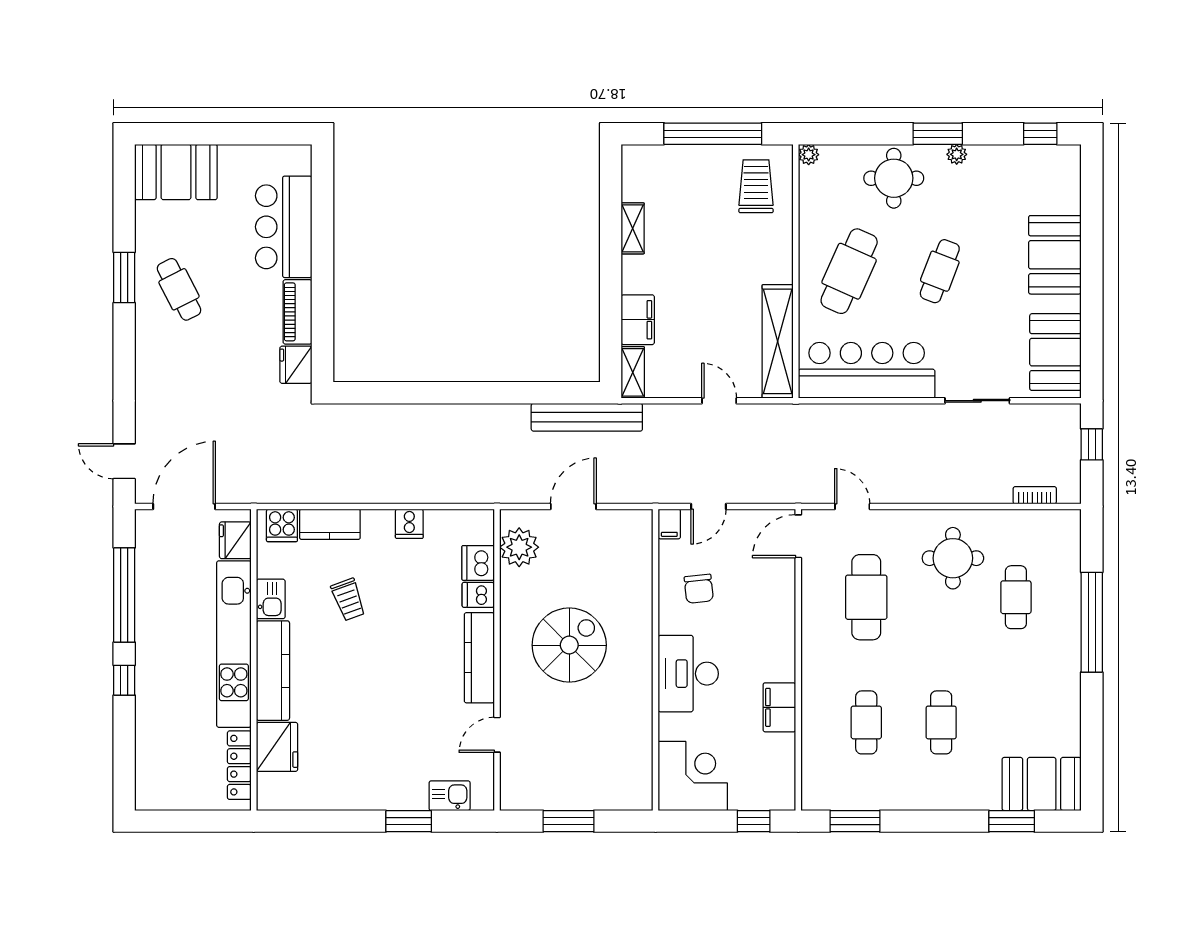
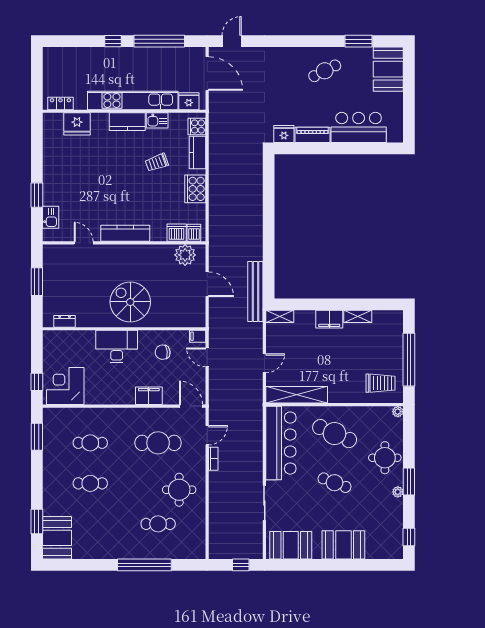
window: (124, 277) -> (359, 41), moved
filing cabinet: (638, 320) -> (329, 319), moved
bookcase: (1035, 495) -> (213, 459), moved
cooker: (409, 524) -> (195, 189), width x1.87, depth x1.31
dishwasher: (478, 595) -> (194, 233), moved
spiral stairs: (569, 645) -> (130, 302), moved, turned 180
kitchen counter: (273, 671) -> (127, 122), width x0.67
filing cabinet: (779, 707) -> (149, 396), moved
locker: (239, 765) -> (60, 103), width x0.66
dresser: (642, 770) -> (65, 321), added
corner desk: (693, 776) -> (65, 386), moved, turned 180

